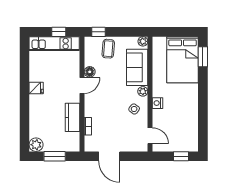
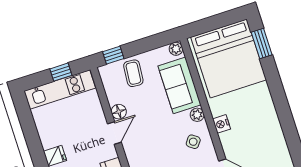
bed: (183, 60) -> (229, 58), width x1.36

